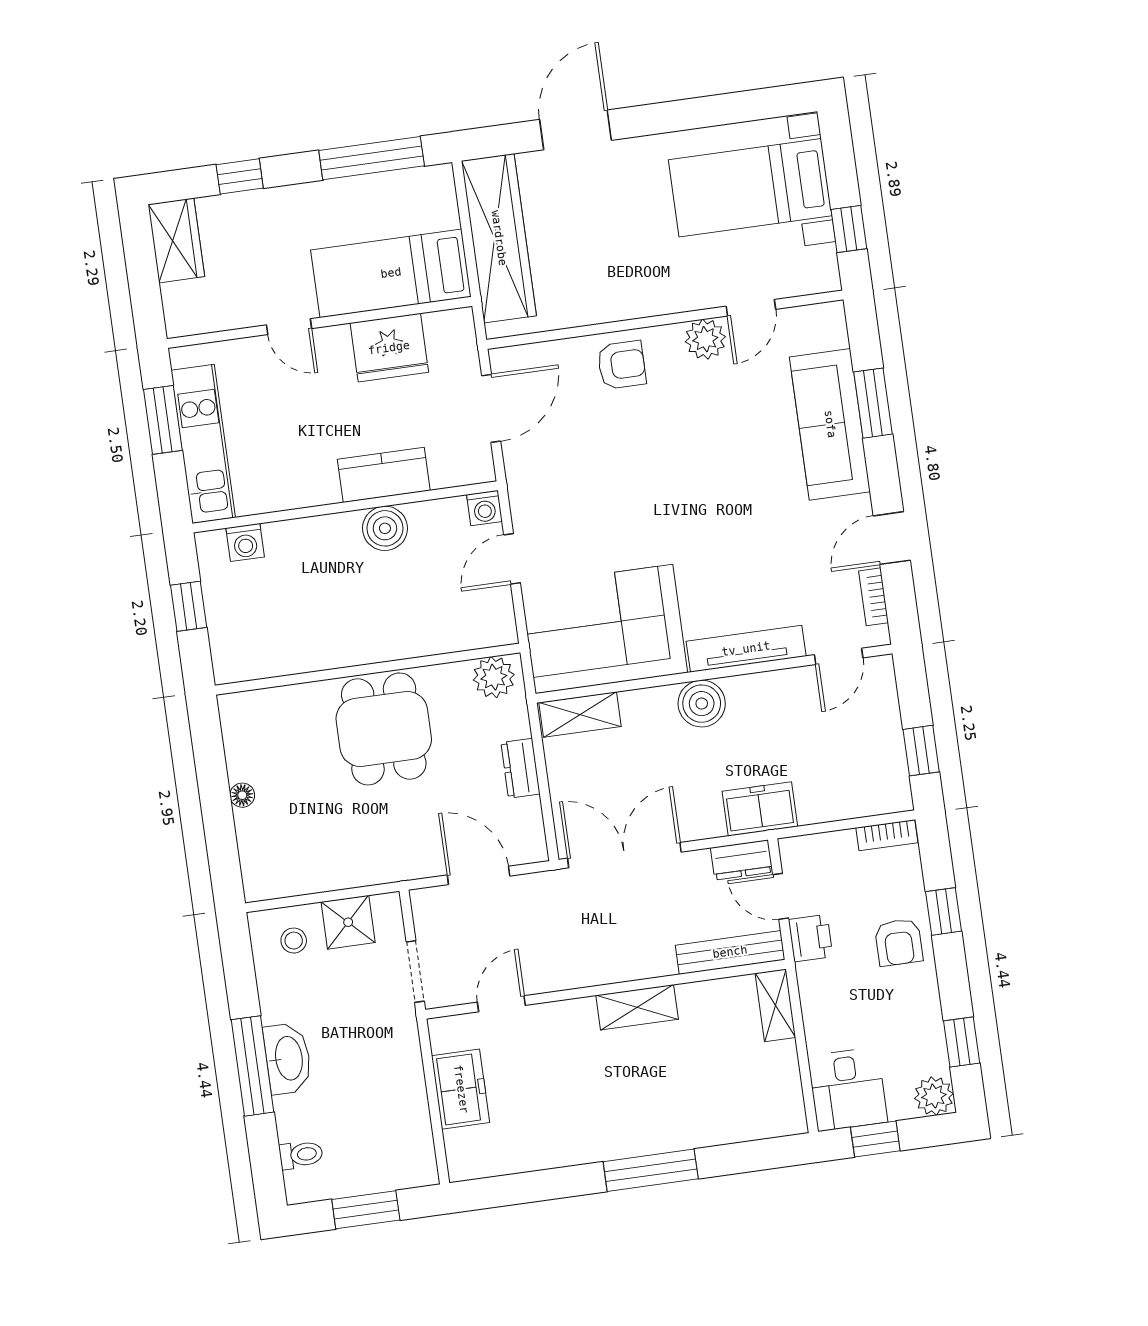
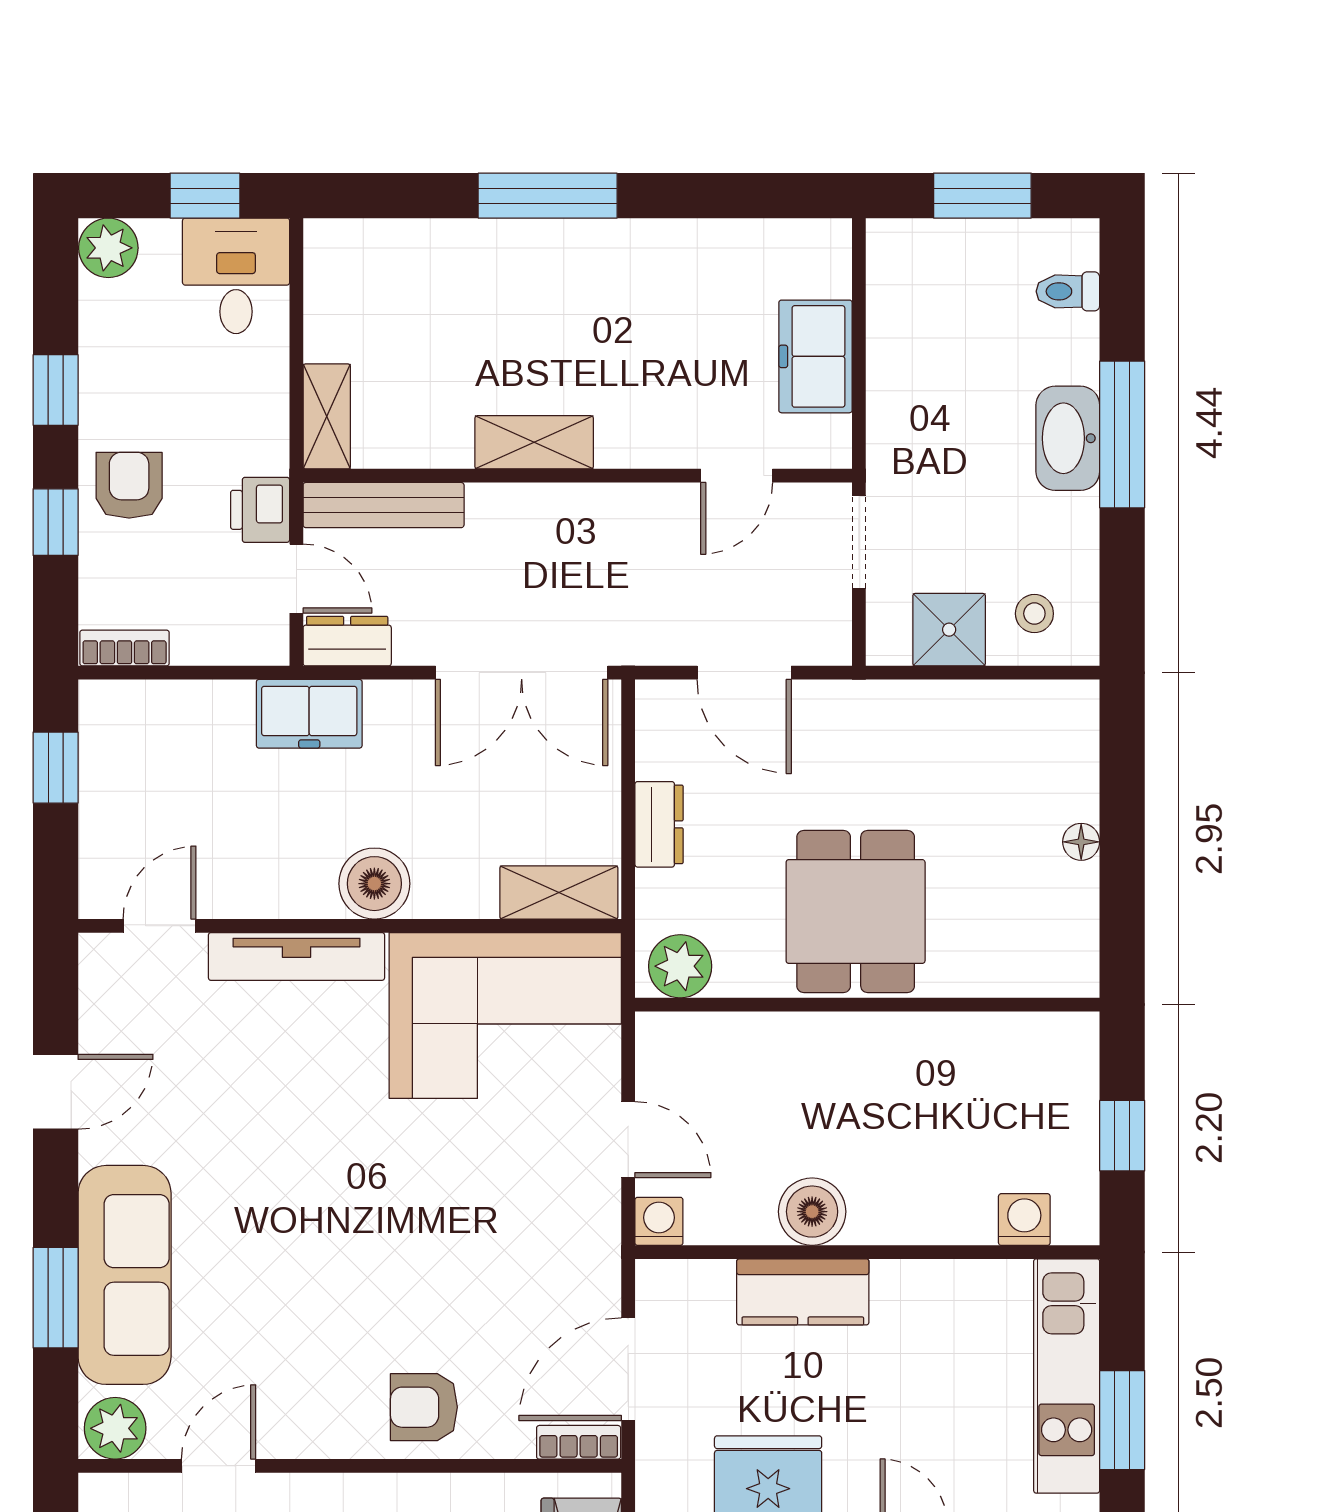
plant: (705, 339) -> (115, 1428), moved
door: (512, 559) -> (628, 1140), hinge flipped
bookcase: (874, 597) -> (579, 1442), moved, turned -90
window: (962, 1042) -> (56, 390), moved

